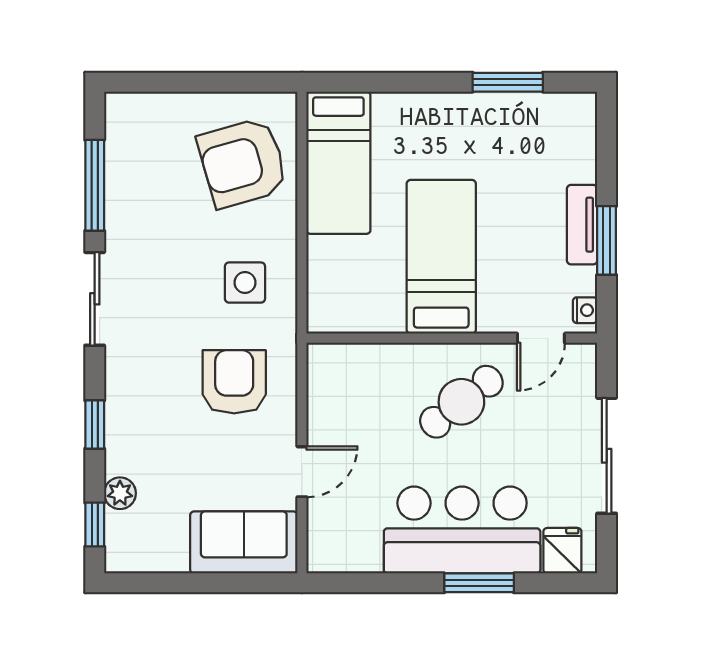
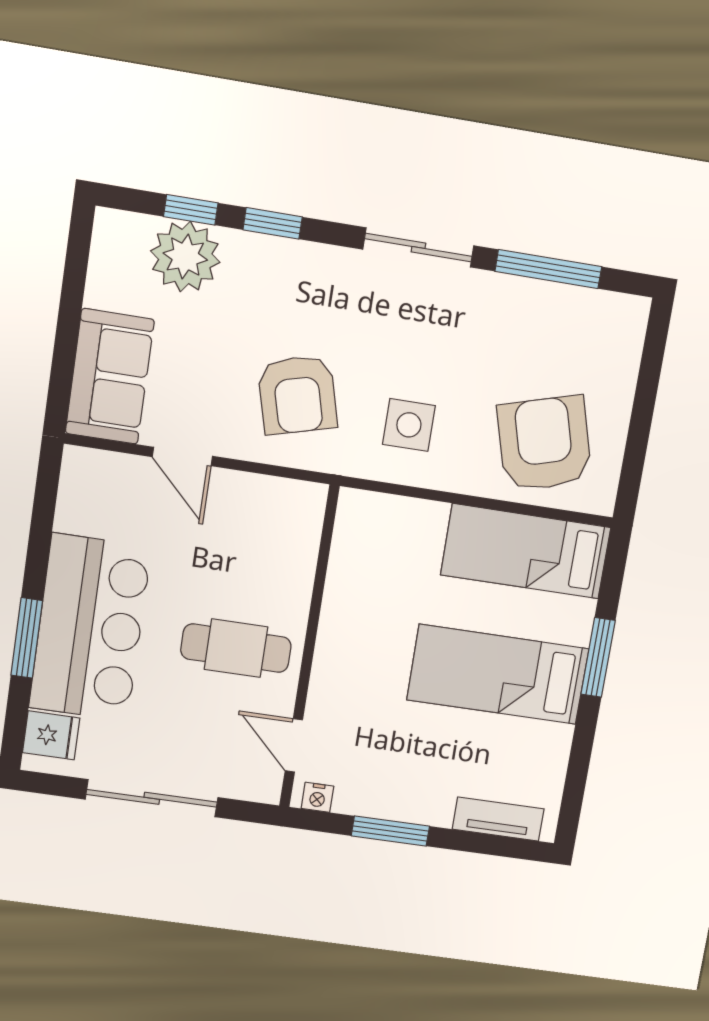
window: (508, 82) -> (598, 657), moved
tv unit: (582, 225) -> (498, 819), moved
bed: (441, 257) -> (498, 674), moved, turned 180
armchair: (234, 382) -> (298, 395), turned 75
cafe table: (461, 402) -> (236, 648), turned -52
plant: (120, 493) -> (185, 257), width x1.87, depth x1.87
window: (95, 525) -> (191, 210), moved

